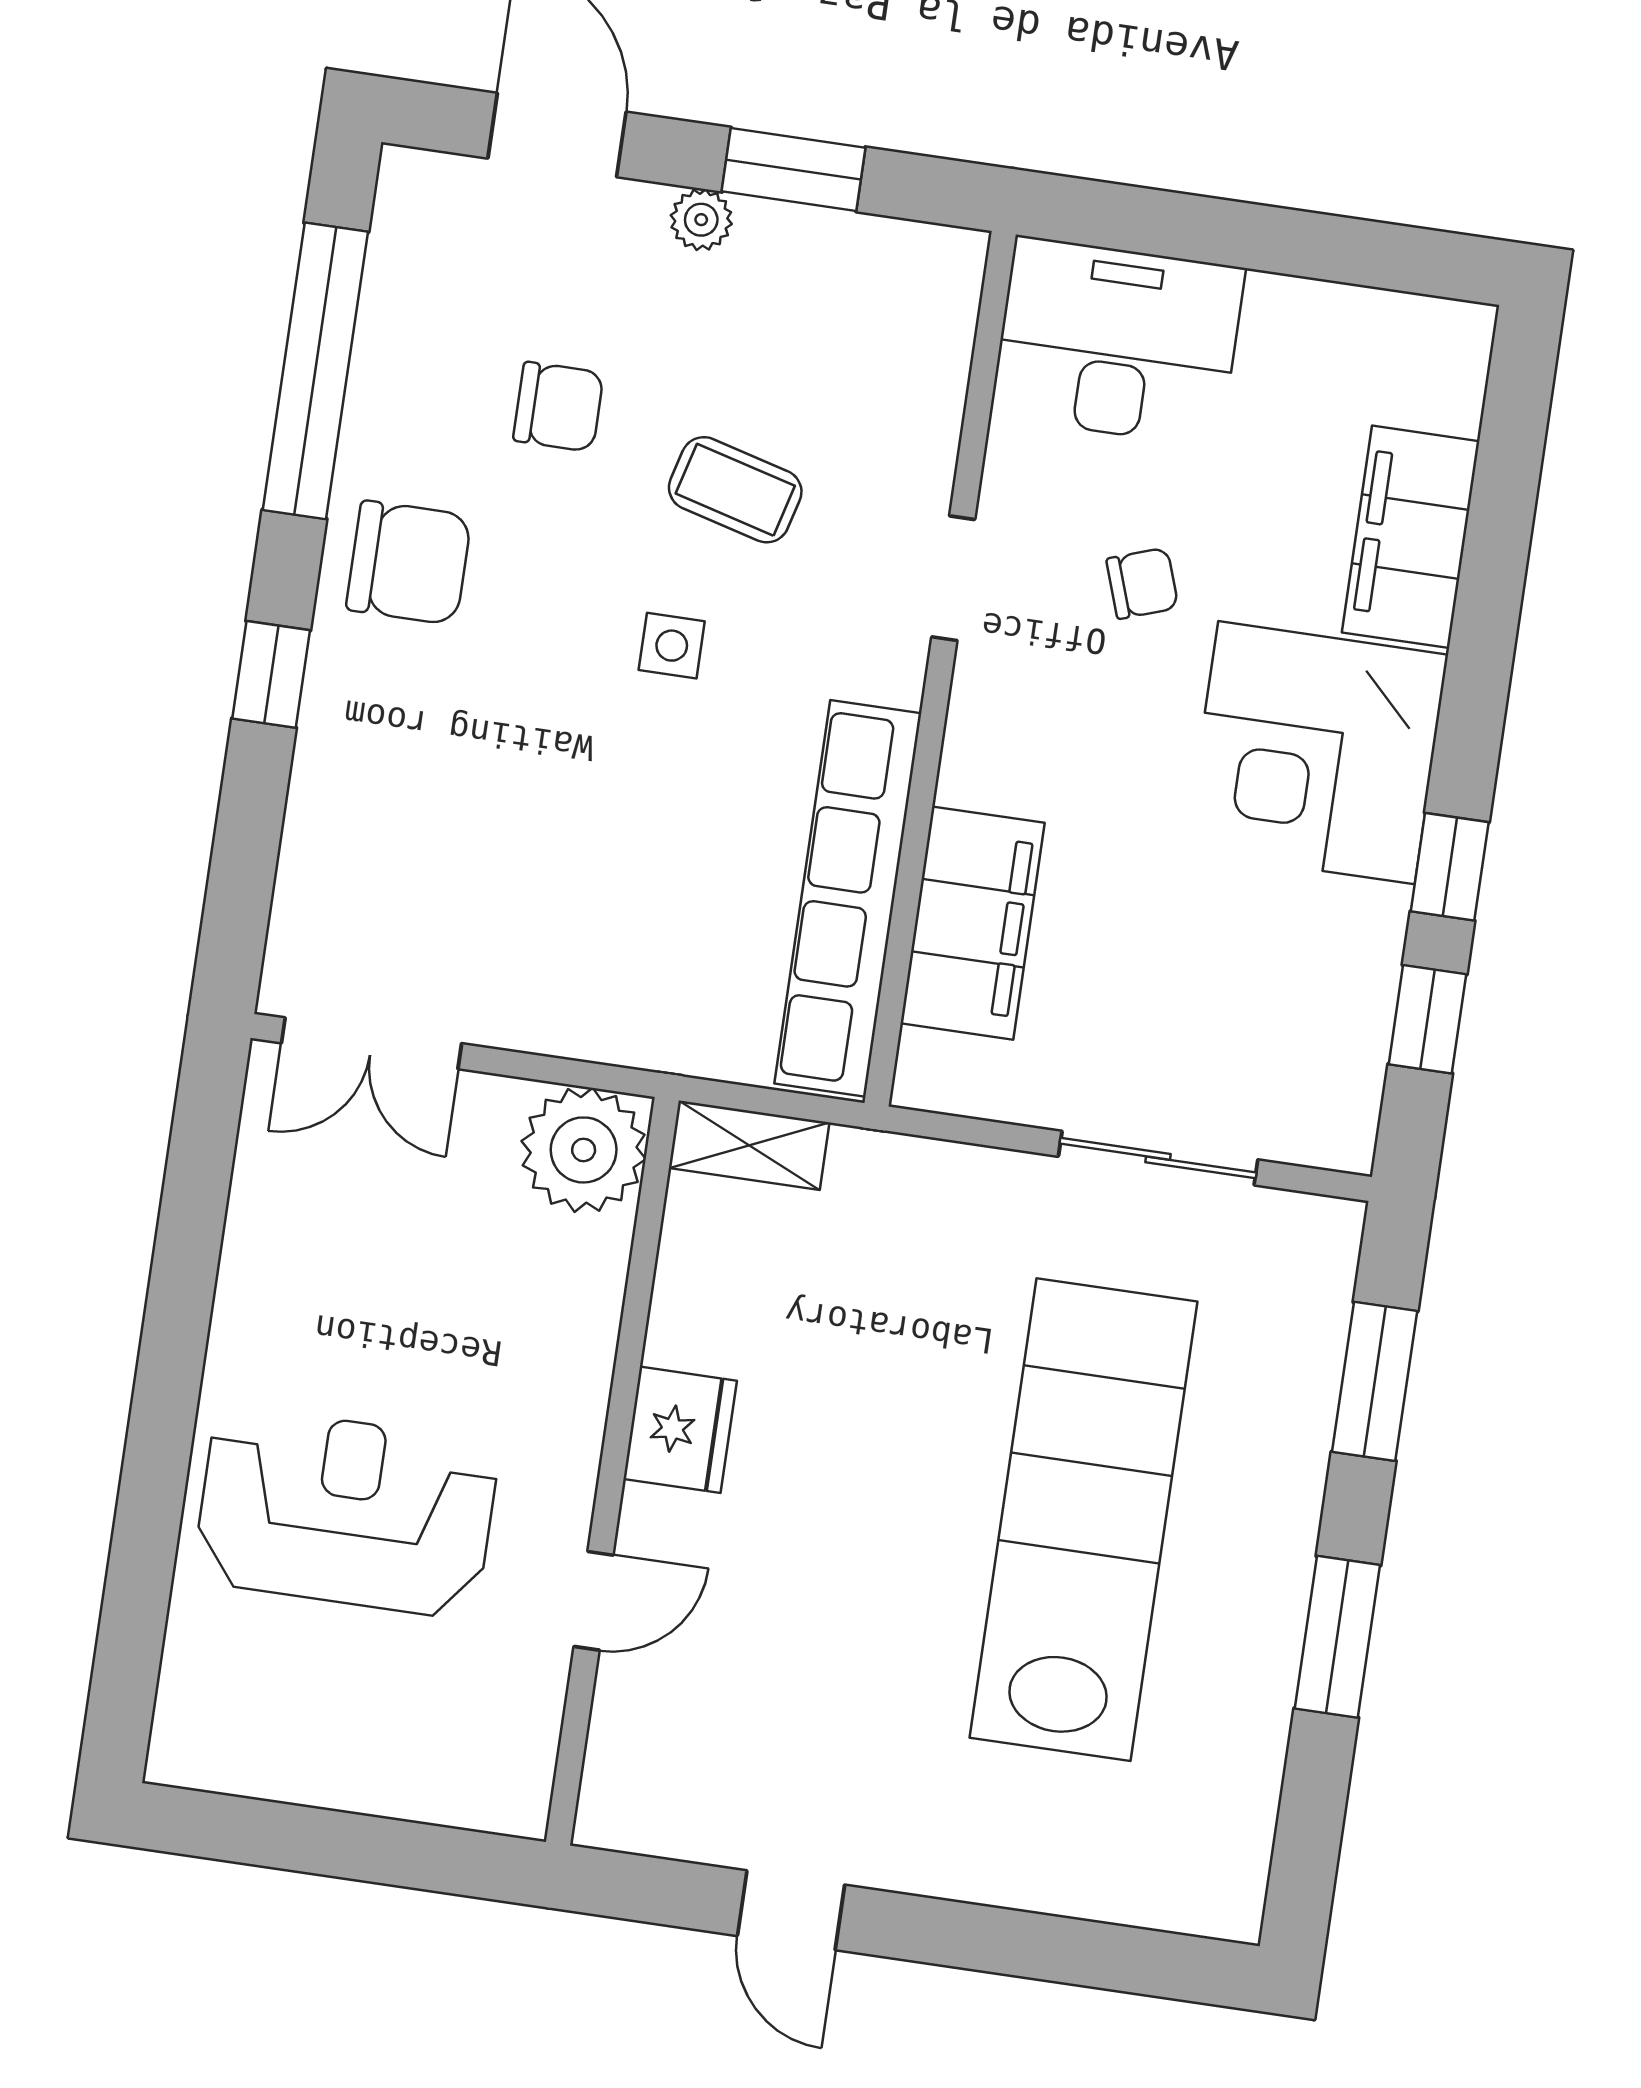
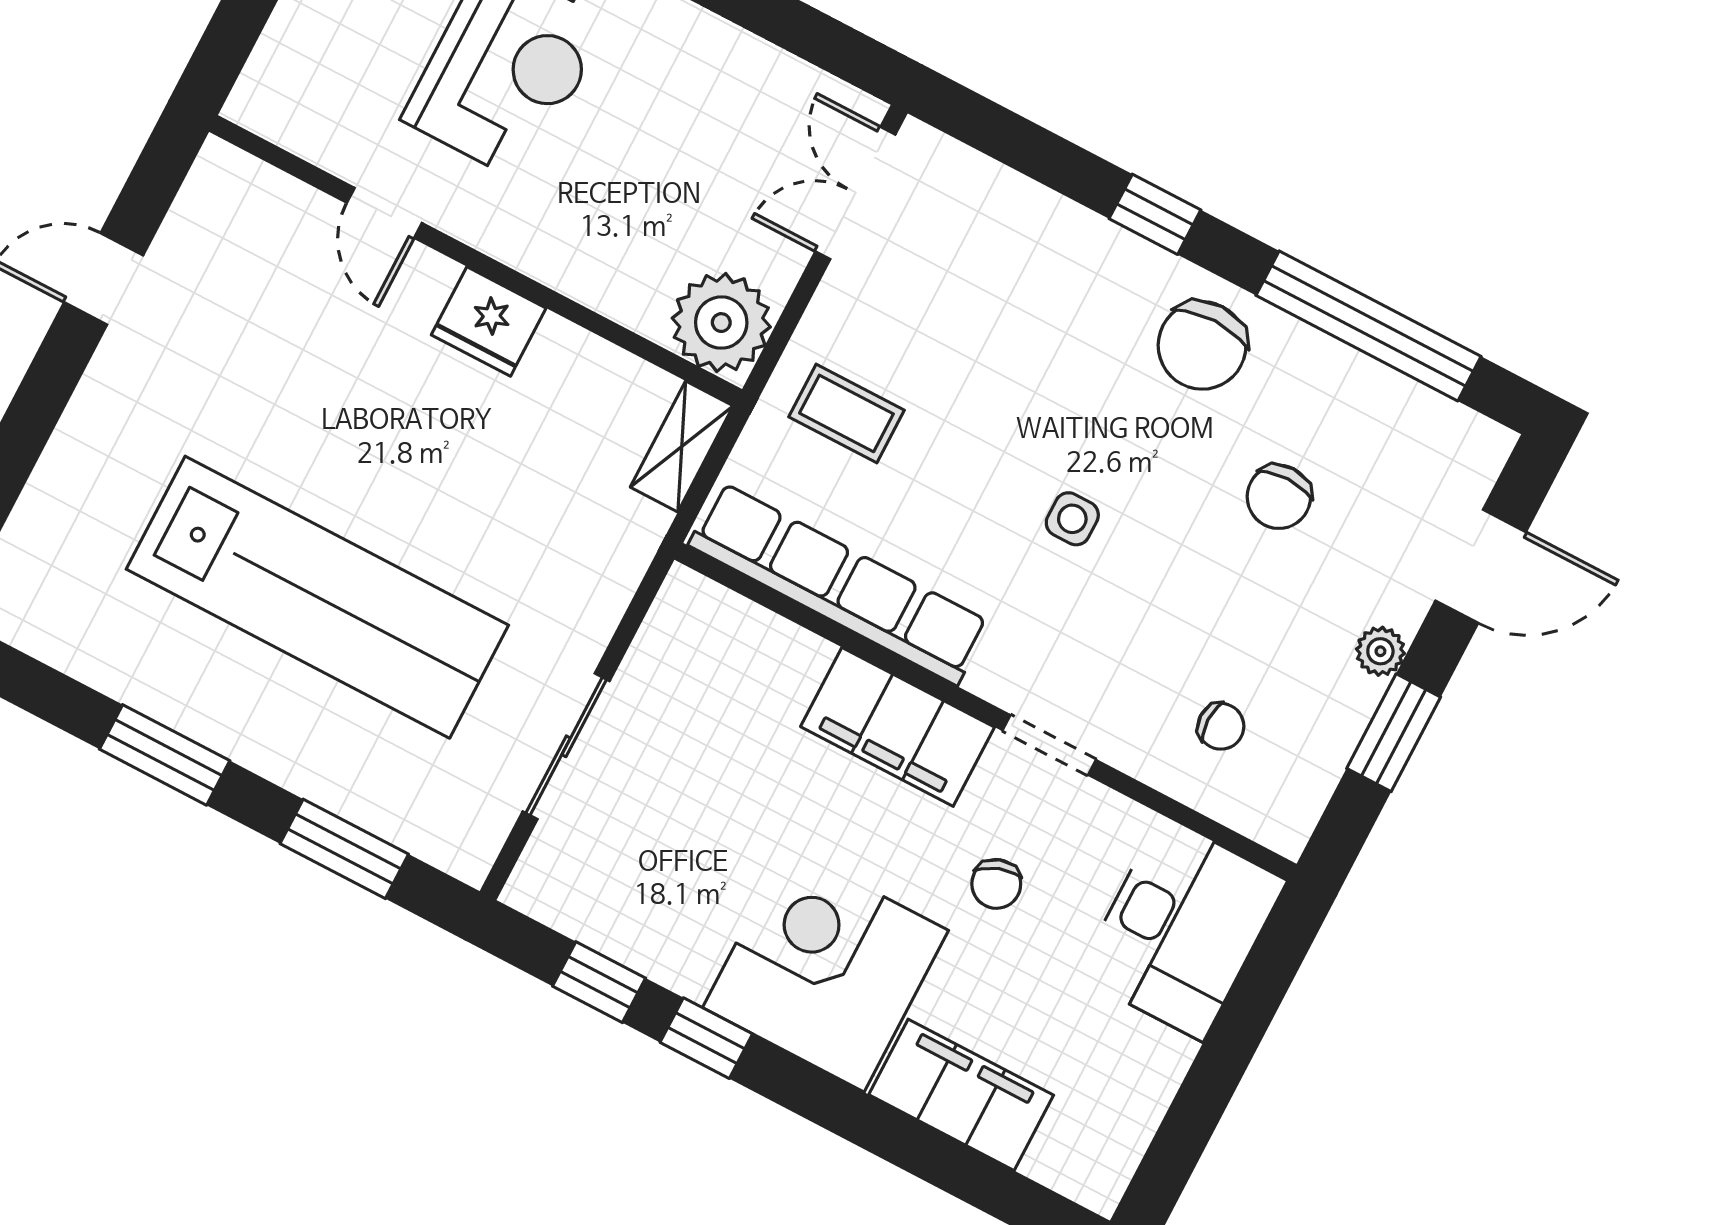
chair: (859, 380) -> (1221, 726), added
coffee table: (735, 490) -> (846, 413), moved, turned 75
filing cabinet: (973, 923) -> (898, 727), moved

